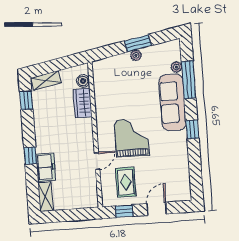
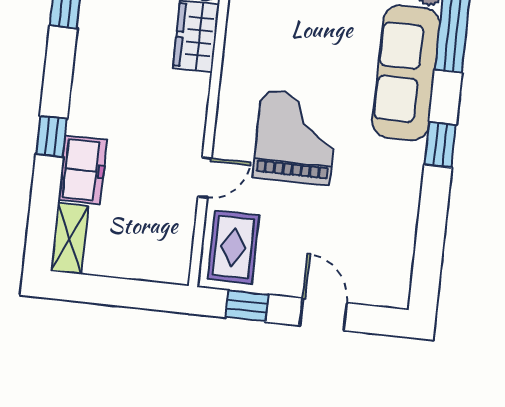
rug: (126, 182) -> (233, 247), moved
door: (157, 209) -> (323, 314), hinge flipped

